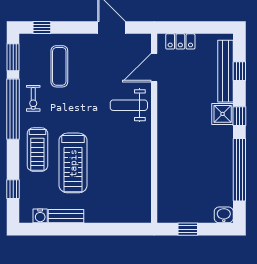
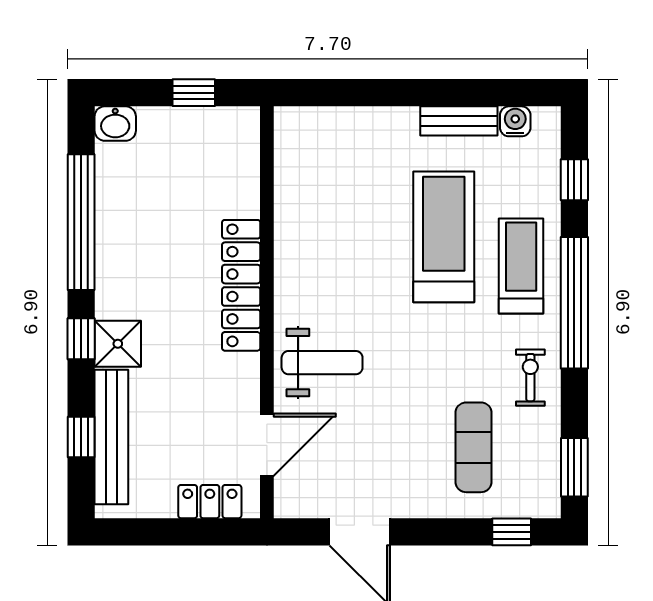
window: (13, 109) -> (574, 303), moved
locker: (166, 141) -> (241, 285), added

